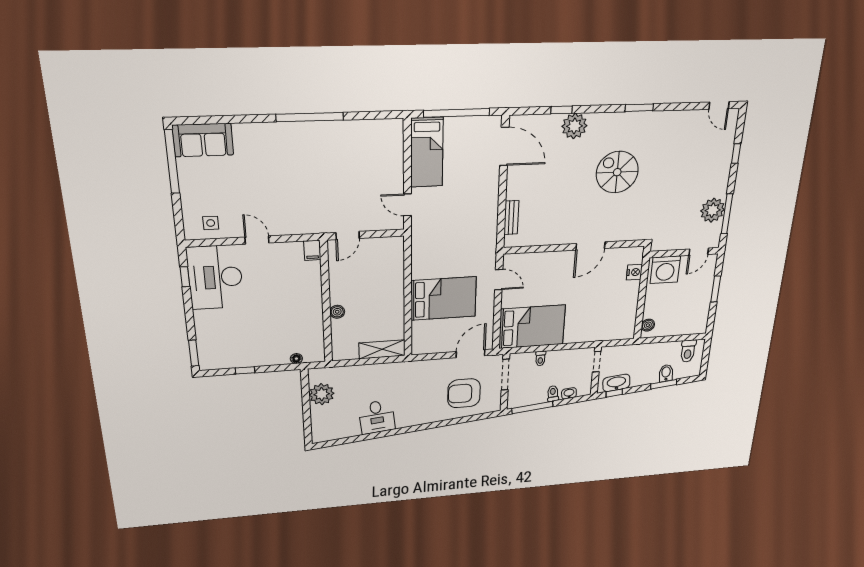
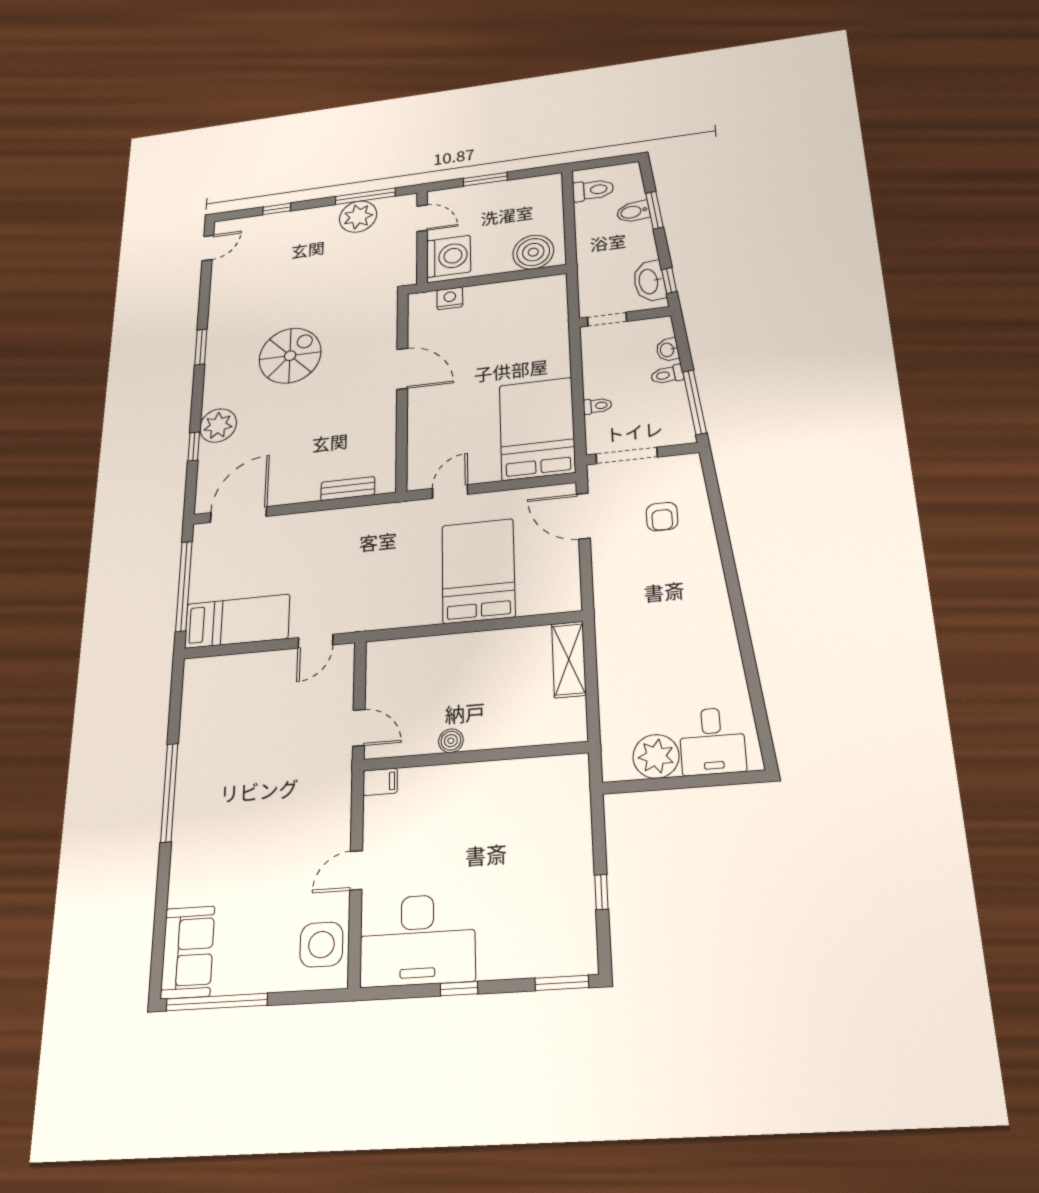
spiral stairs: (617, 172) -> (290, 356), turned 180
side table: (211, 223) -> (321, 945), width x1.87, depth x1.87
window: (185, 277) -> (459, 989), moved
boiler: (337, 312) -> (451, 741), moved
boiler: (648, 325) -> (533, 252), width x1.86, depth x1.86
floor lamp: (296, 359) -> (581, 802), removed
armchair: (464, 393) -> (662, 517), width x0.53, depth x0.53
desk: (377, 417) -> (712, 741), moved, turned 96

